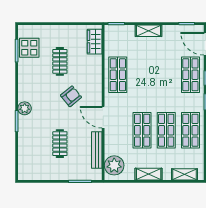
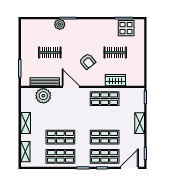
wardrobe: (95, 42) -> (115, 80), moved
plant: (25, 108) -> (60, 24), moved
door: (103, 117) -> (71, 87), hinge flipped
shop shelf: (142, 130) -> (105, 137), moved
plant: (114, 165) -> (43, 96), moved

